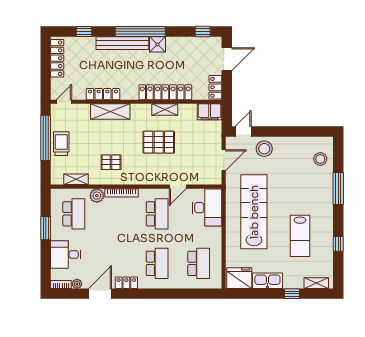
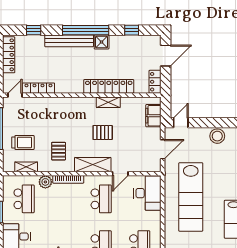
window: (203, 31) -> (132, 30), moved
locker: (103, 94) -> (38, 88), moved
shelving: (110, 112) -> (93, 165), moved
filing cabinet: (210, 112) -> (153, 116), moved, turned 90
pallet: (159, 142) -> (103, 132), width x0.67, depth x0.71
trolley: (61, 144) -> (23, 142), moved, turned 90
stool: (264, 149) -> (217, 136), moved
pallet: (111, 162) -> (59, 151), turned 90
lab bench: (254, 212) -> (191, 197), turned 180

